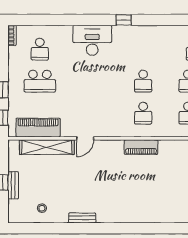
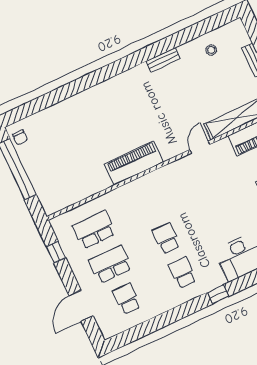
school desk: (143, 113) -> (182, 273), moved
piano: (141, 147) -> (134, 163), width x1.37, depth x1.33

